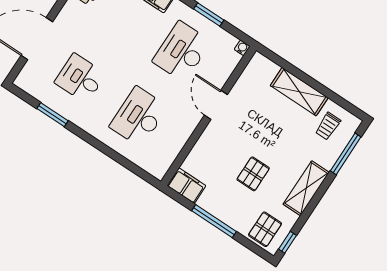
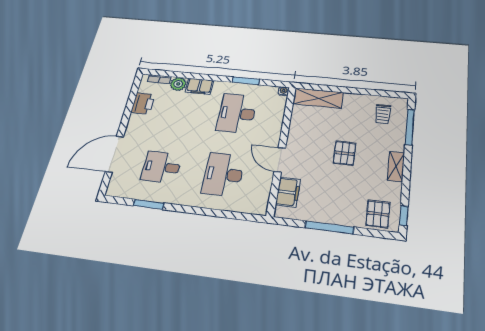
shelving: (299, 92) -> (318, 98), moved
door: (216, 105) -> (280, 160), moved
pallet: (253, 174) -> (344, 153), moved
filing cabinet: (186, 186) -> (288, 192), moved, turned 90
shelving: (306, 188) -> (396, 167), width x0.67, depth x0.75

